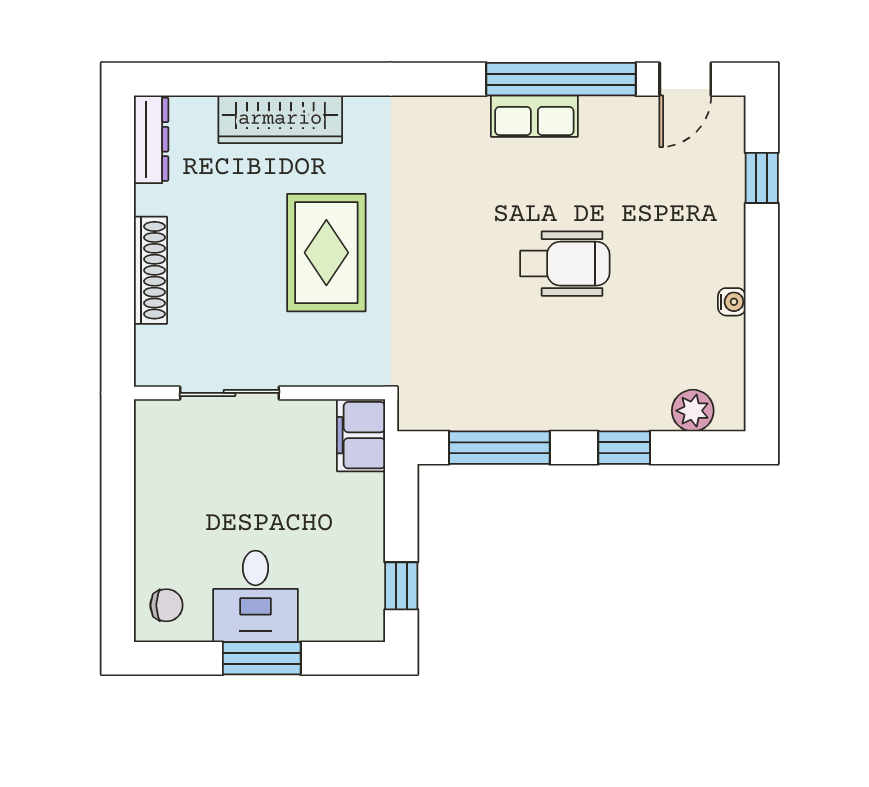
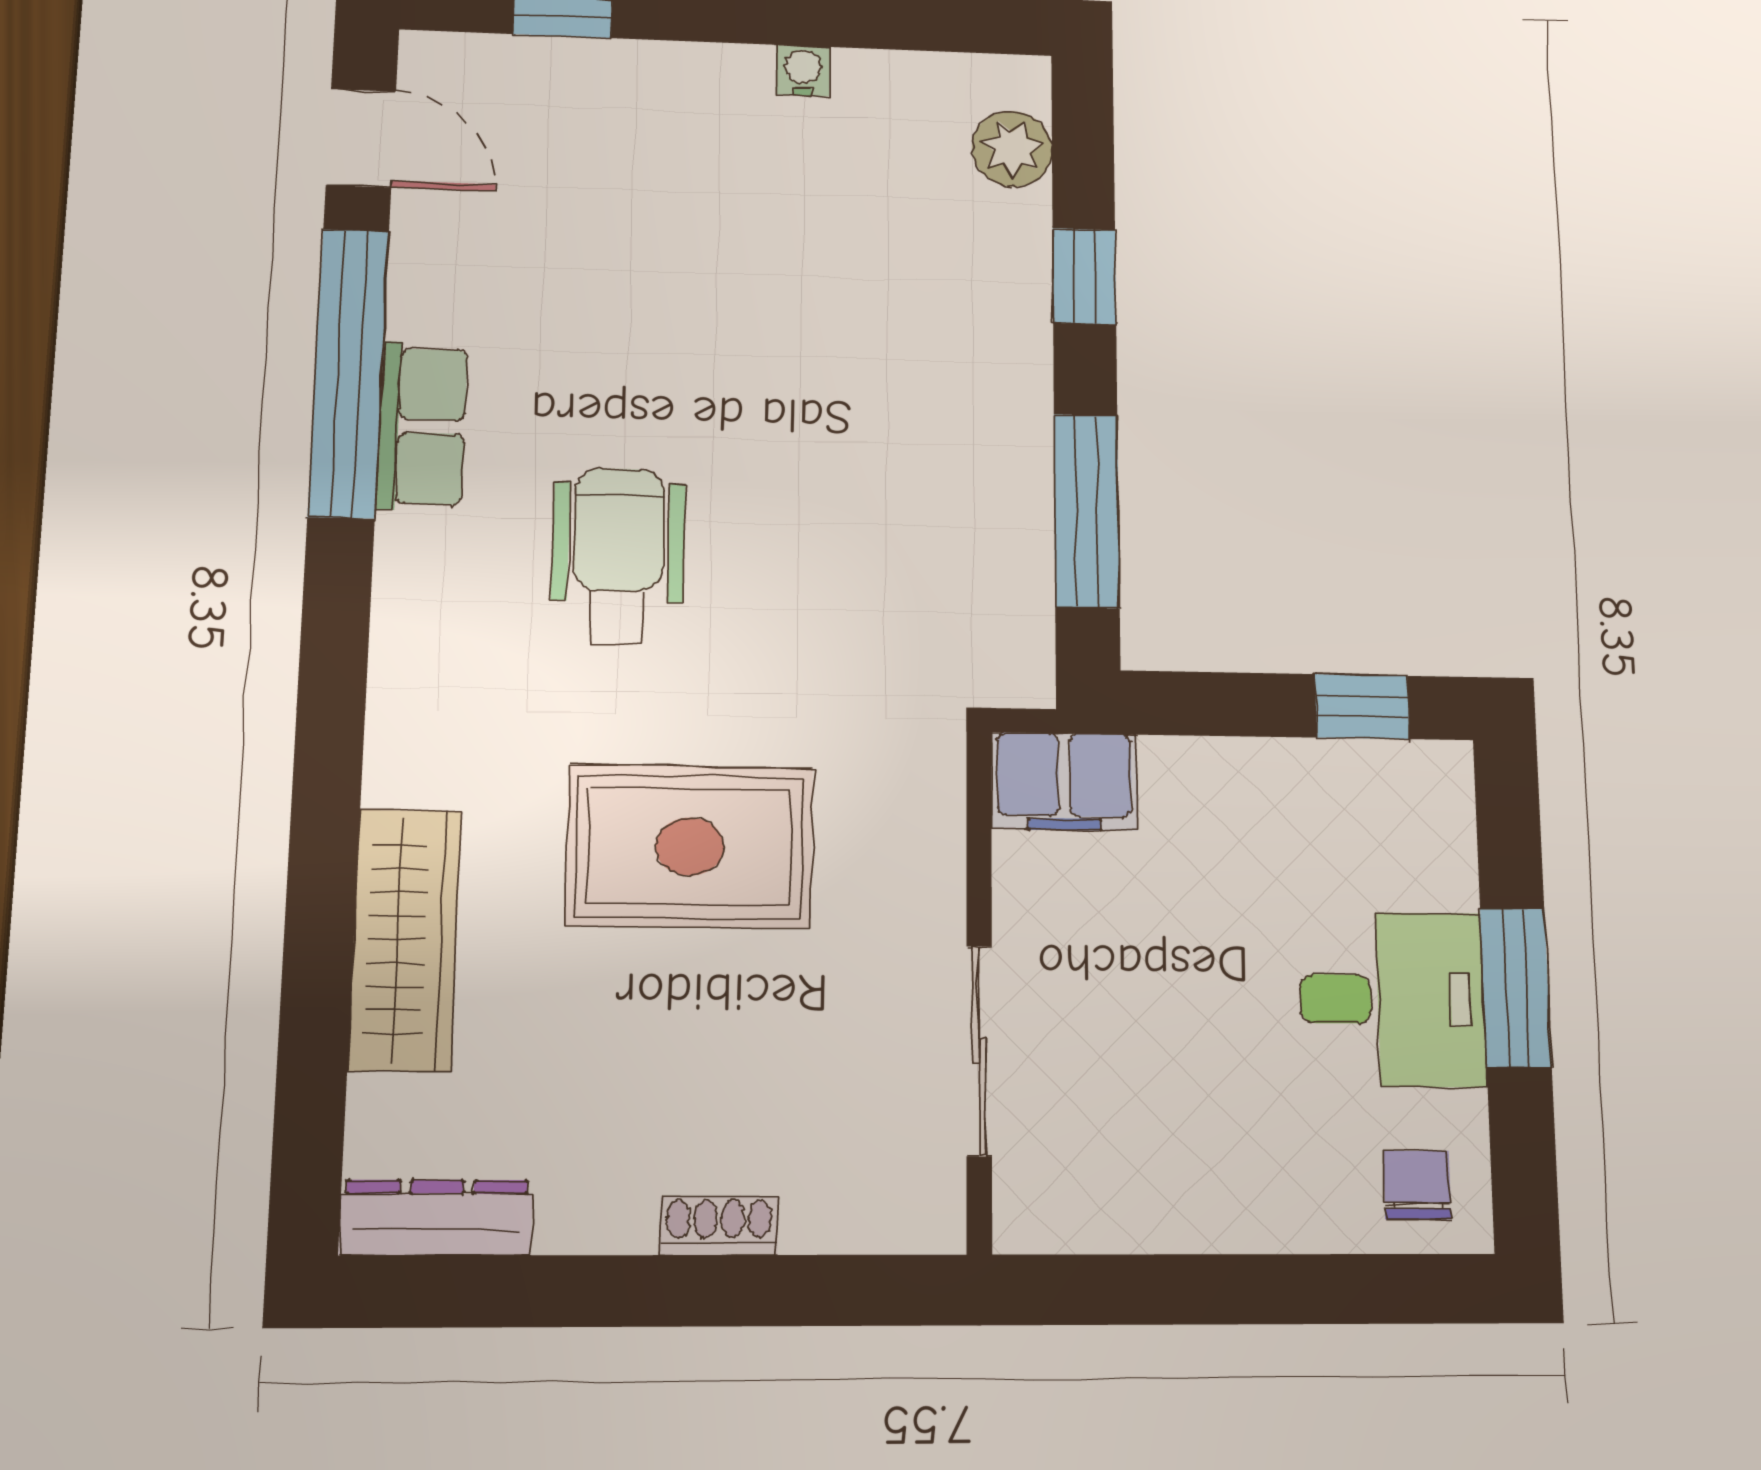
wheelchair: (565, 264) -> (618, 556), moved
shoe rack: (150, 270) -> (719, 1226), width x0.51, depth x0.81

